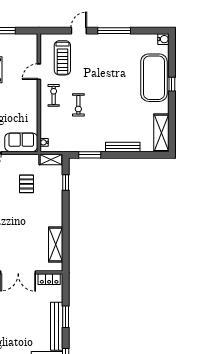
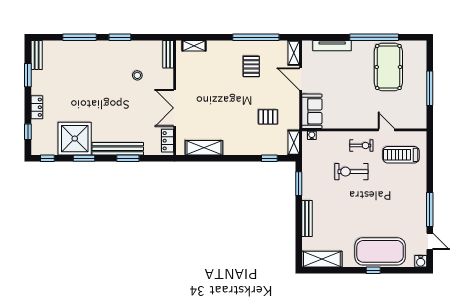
door: (79, 31) -> (430, 241), moved
exercise bike: (78, 105) -> (351, 172), width x1.38, depth x1.39

